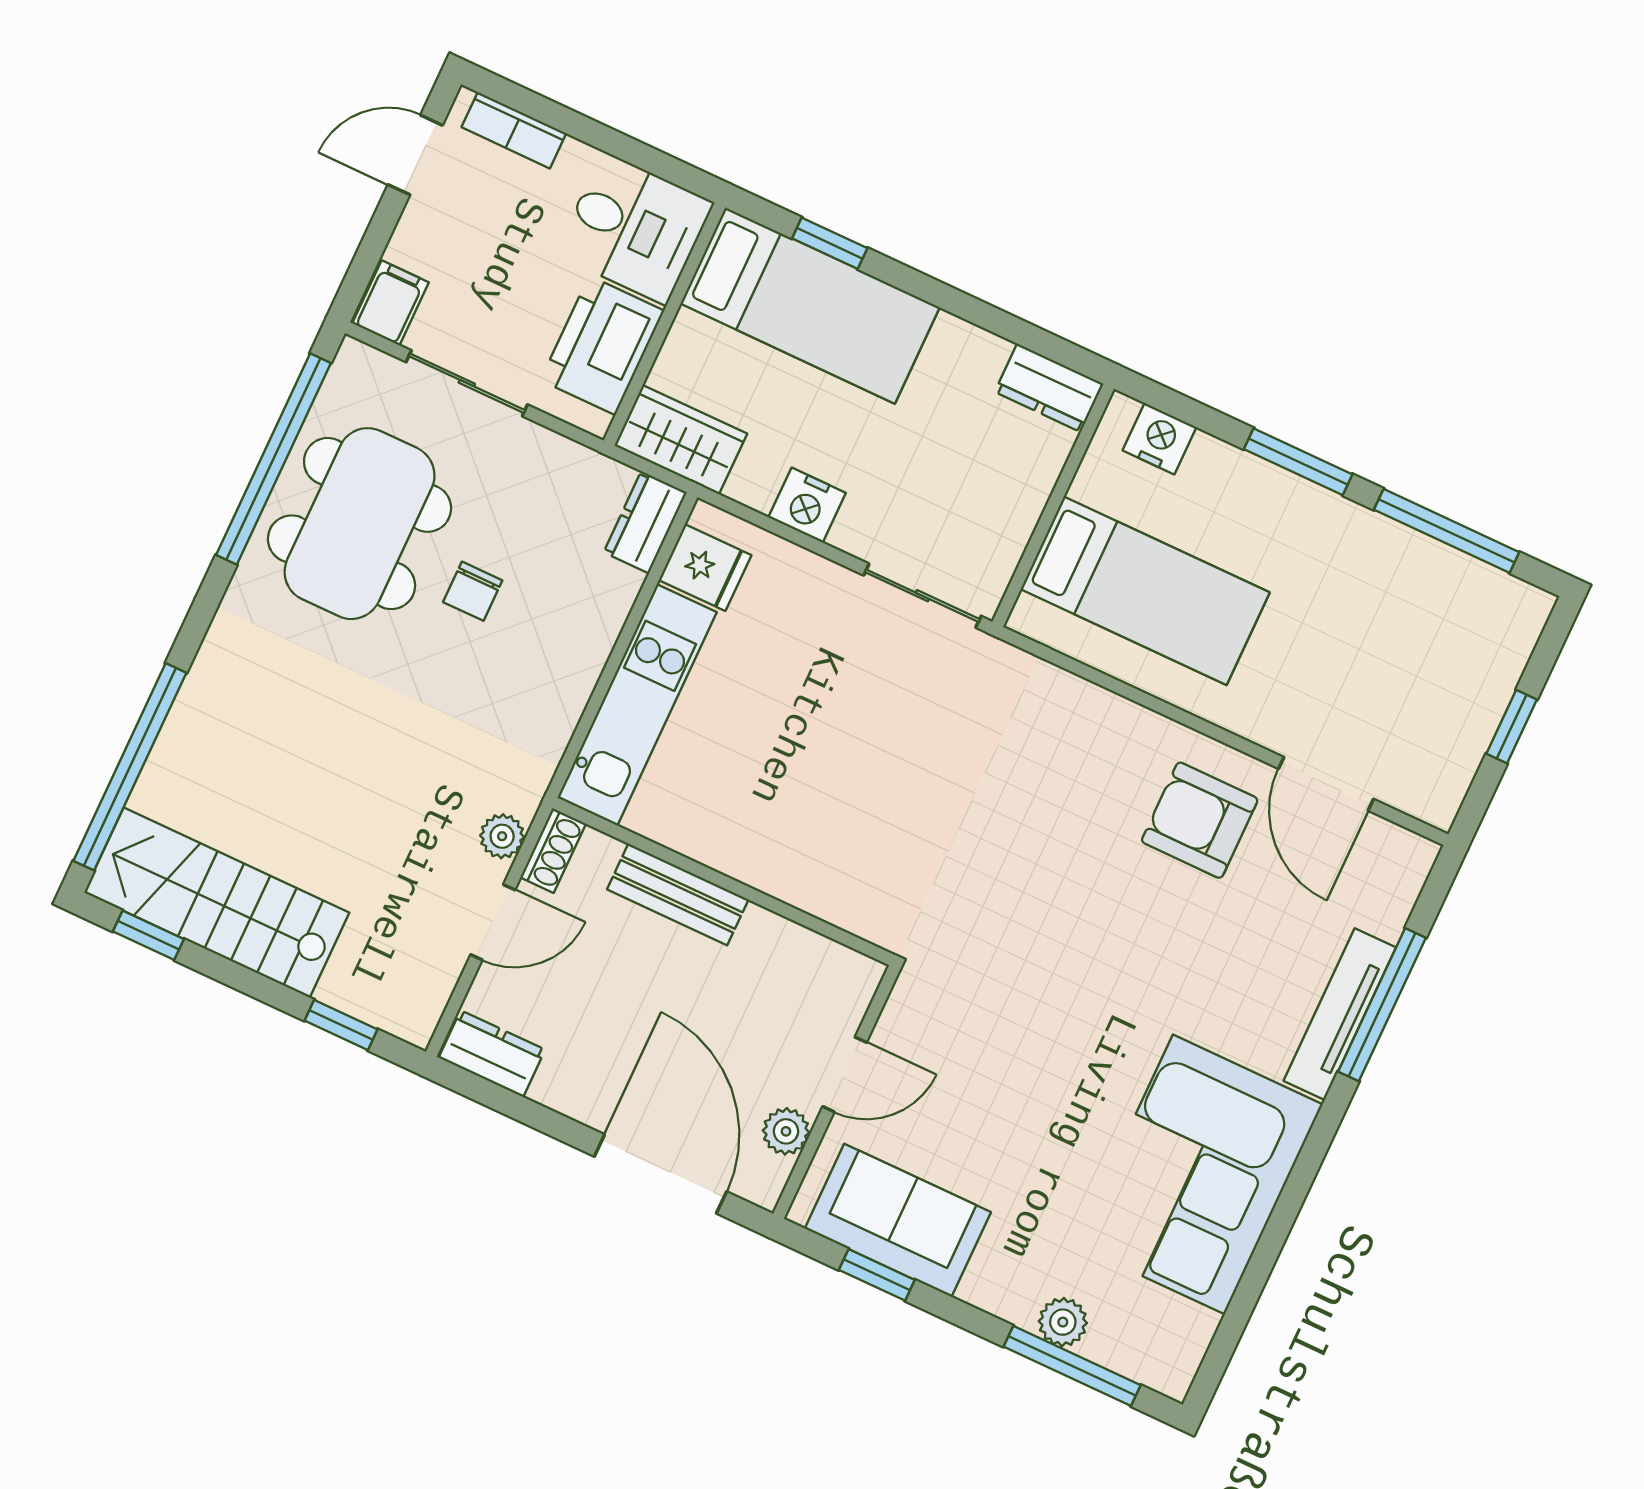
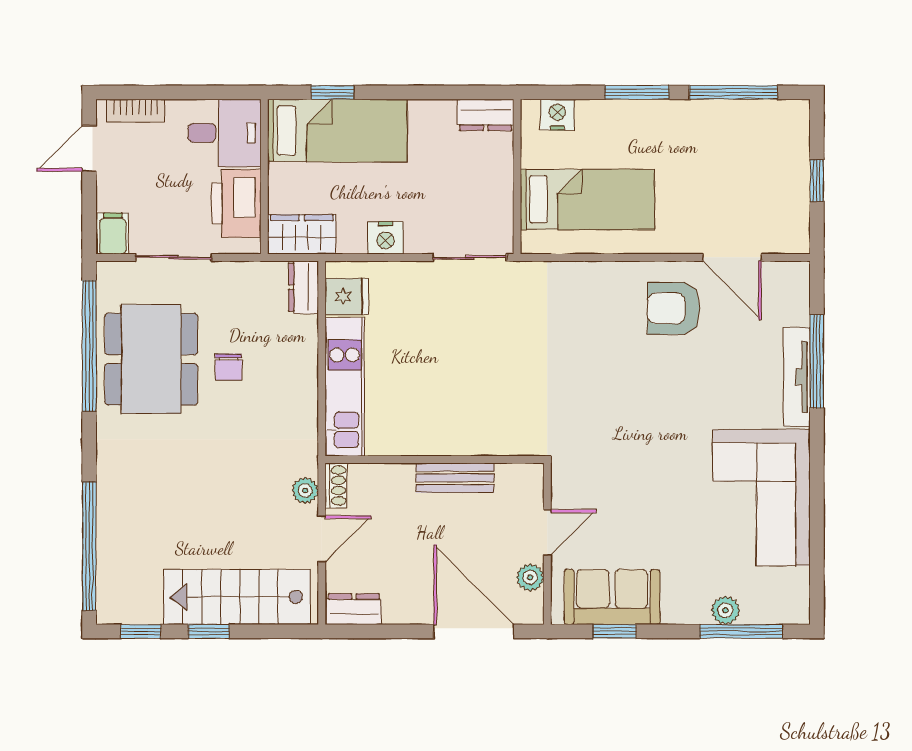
bench: (678, 894) -> (455, 478), moved
stairs: (217, 903) -> (237, 597), moved
window: (341, 1025) -> (209, 631), moved

